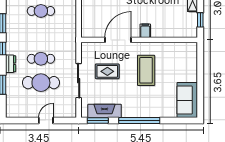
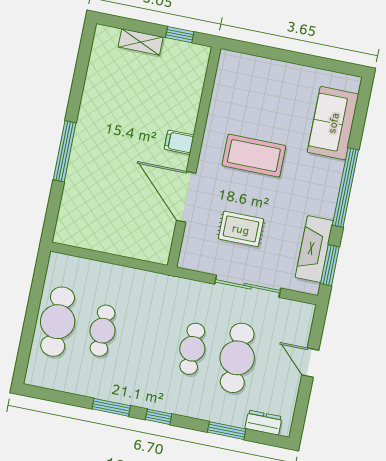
dresser: (11, 64) -> (263, 423), moved
rug: (107, 71) -> (241, 229), turned 90
sofa: (187, 100) -> (333, 123), moved, turned 90

